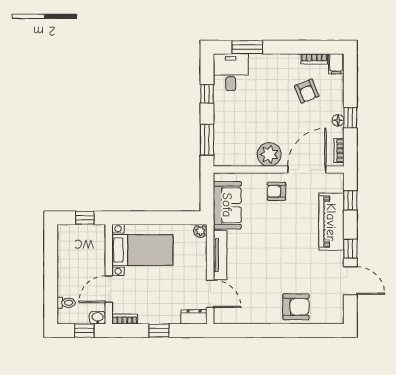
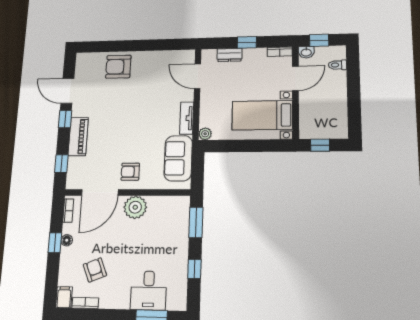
desk: (231, 72) -> (149, 290), moved
armchair: (276, 191) -> (130, 172), turned 180
piano: (331, 222) -> (78, 137), width x0.73, depth x0.75
tv unit: (220, 255) -> (187, 118), width x0.71
dresser: (194, 317) -> (229, 55), moved

